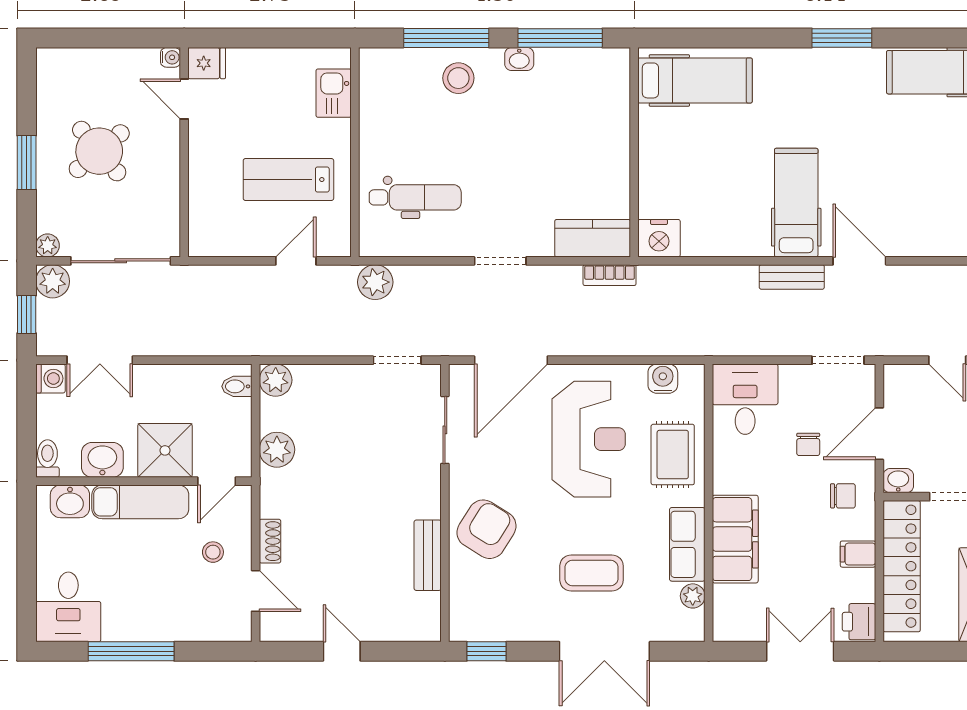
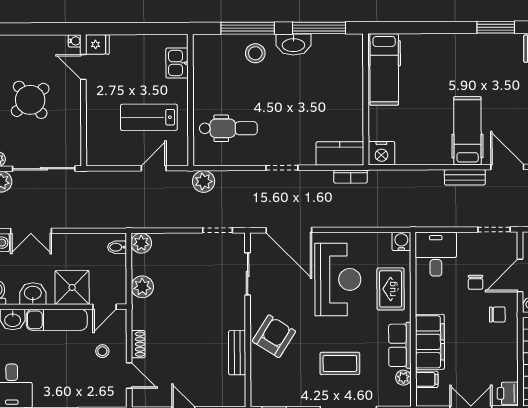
washbasin: (519, 59) -> (293, 44), width x1.91, depth x1.45
hospital bed: (695, 80) -> (384, 69), moved, turned 90
door: (511, 360) -> (289, 230), hinge flipped
water cooler: (663, 379) -> (401, 241), moved
filing cabinet: (858, 554) -> (427, 379), moved, turned 180

